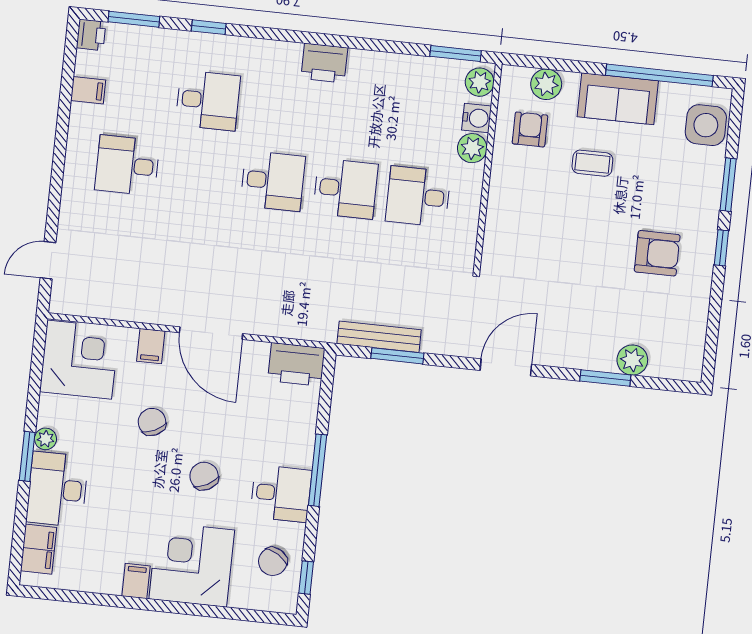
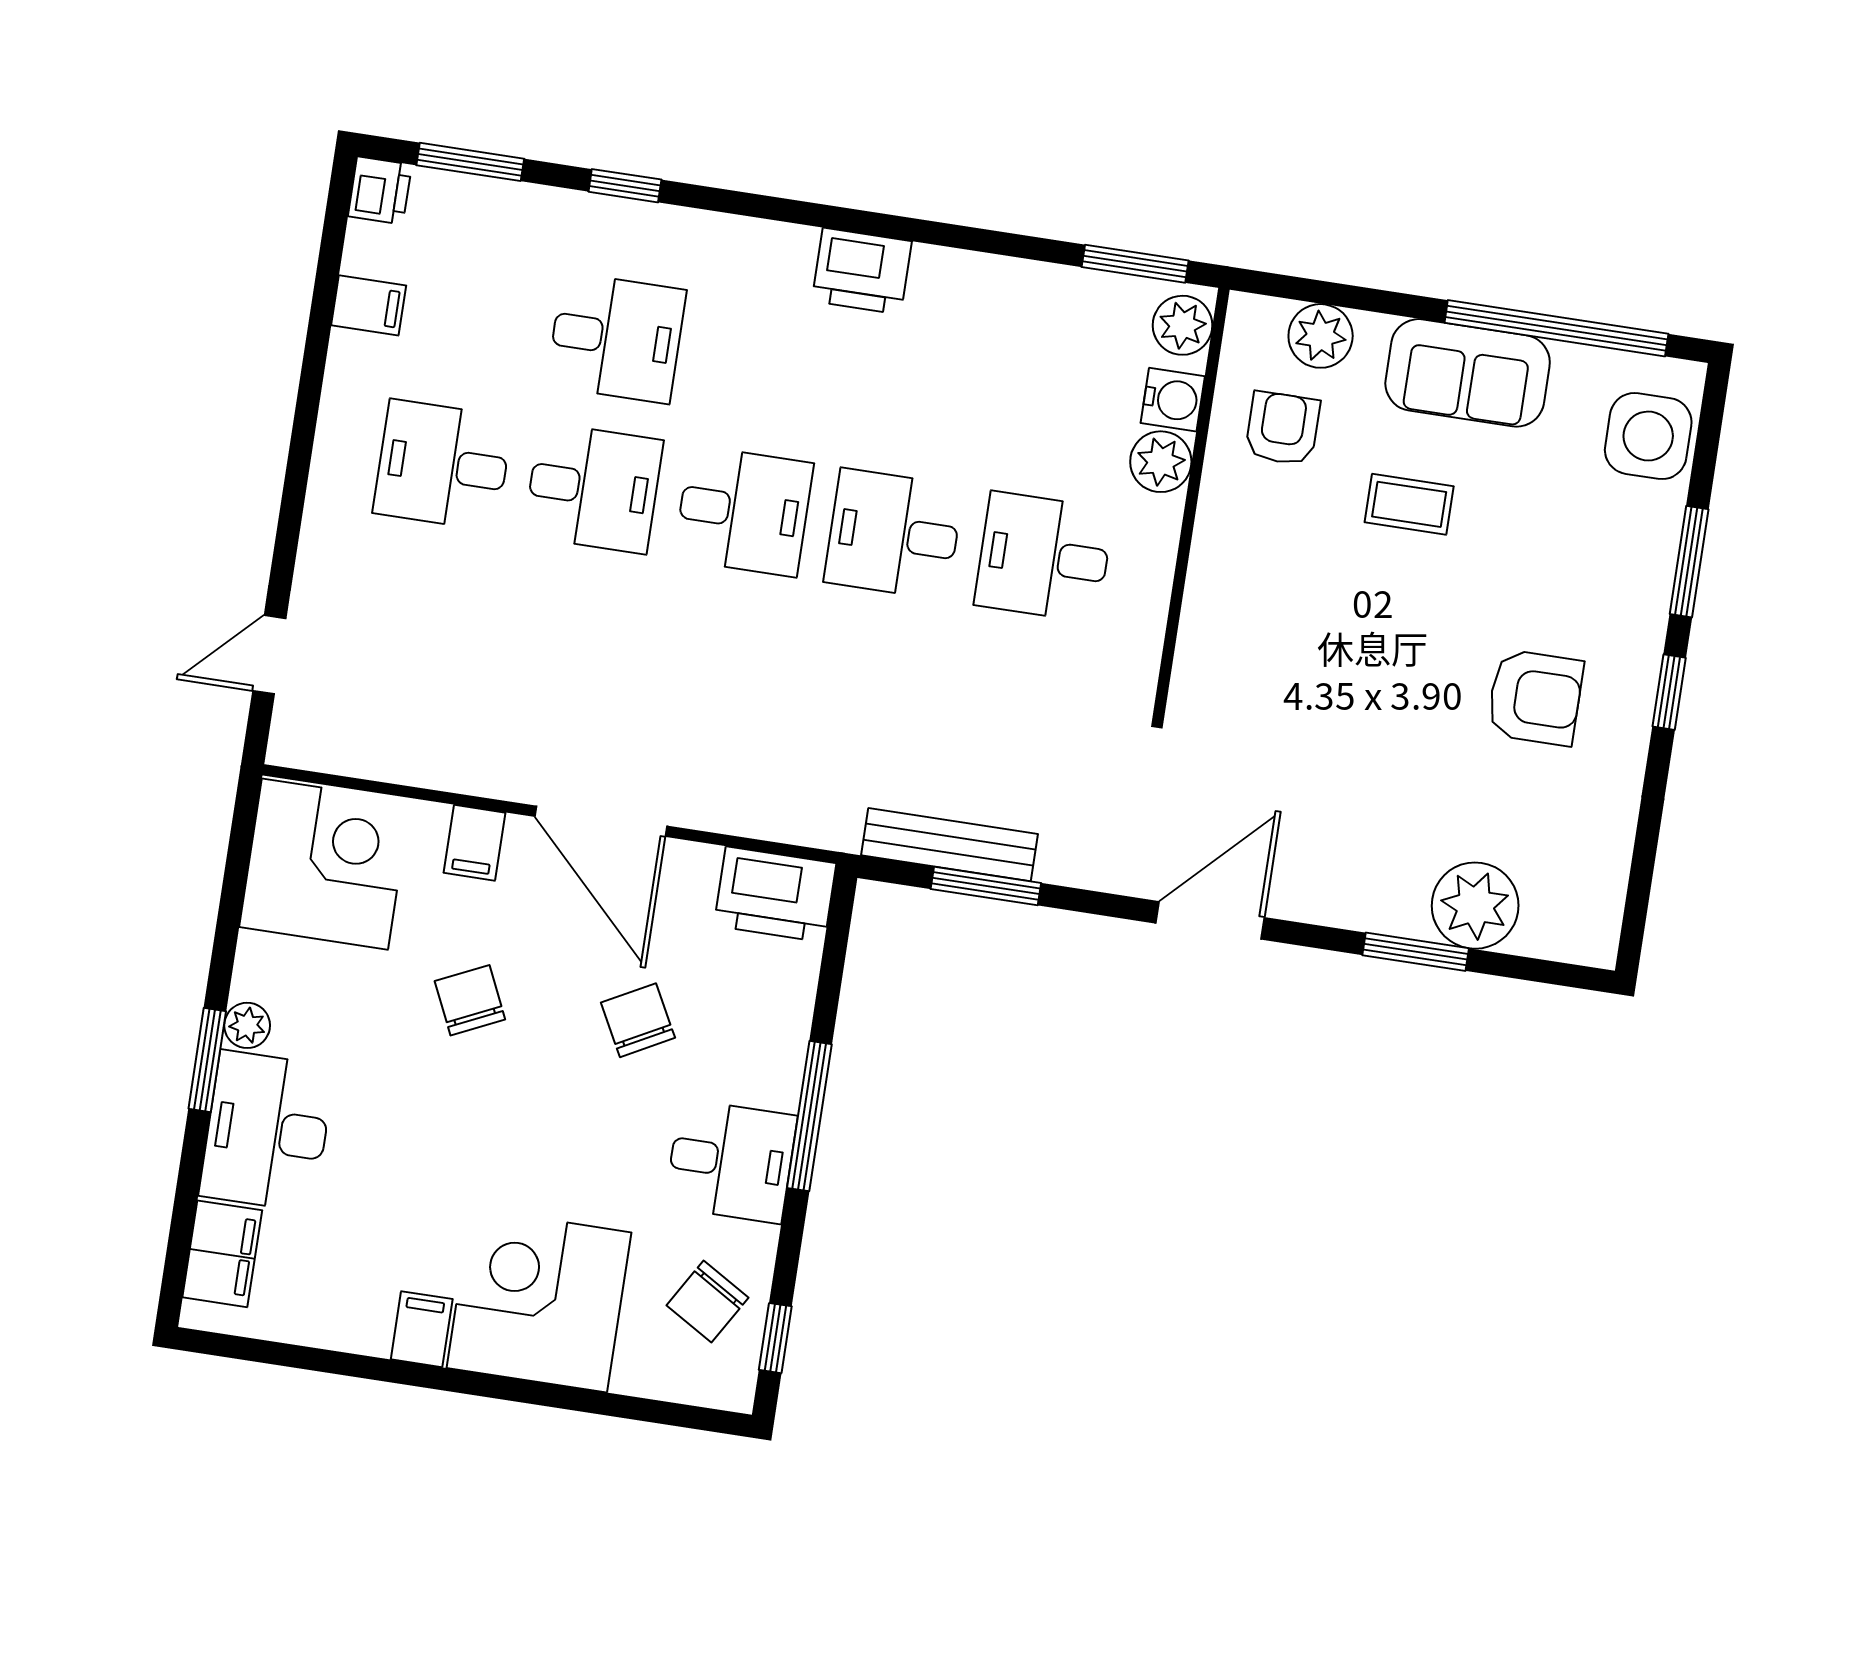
desk: (200, 173) -> (593, 488), added
desk: (345, 189) -> (894, 534), turned 180
plant: (632, 360) -> (1475, 906), width x1.36, depth x1.36
chair: (204, 476) -> (638, 1020), moved

